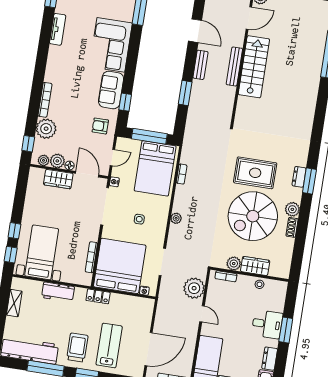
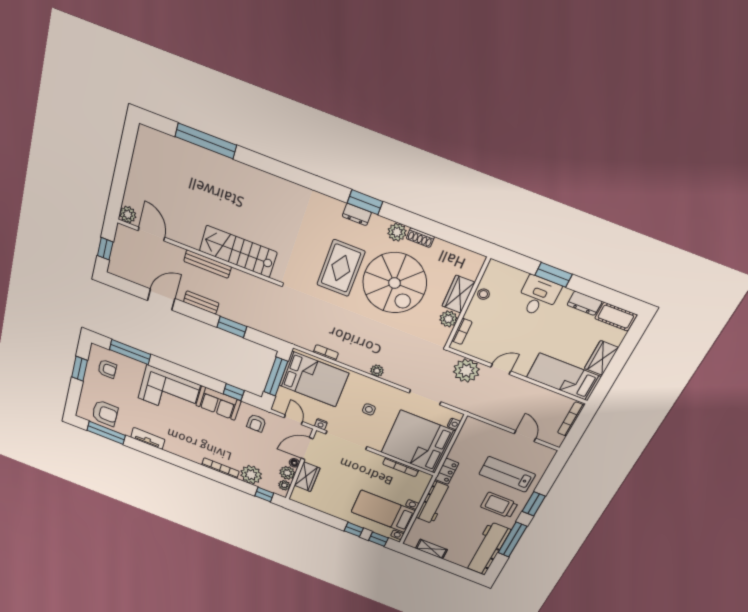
stairs: (254, 67) -> (238, 252), moved
workbench: (58, 292) -> (433, 502), width x1.38
door: (149, 349) -> (525, 436), width x0.53

